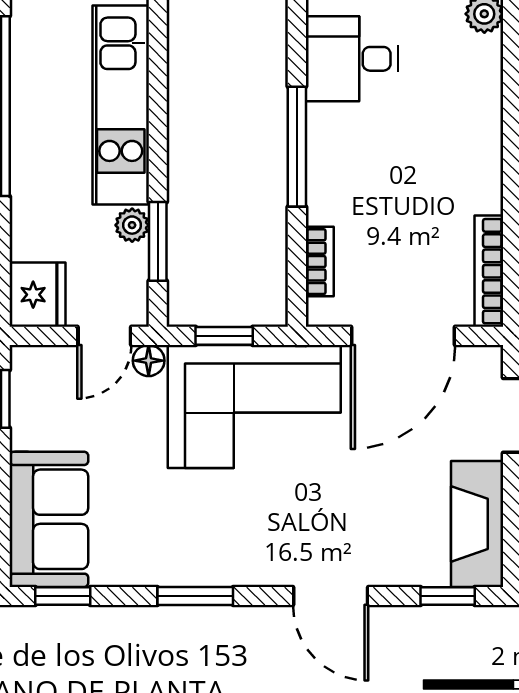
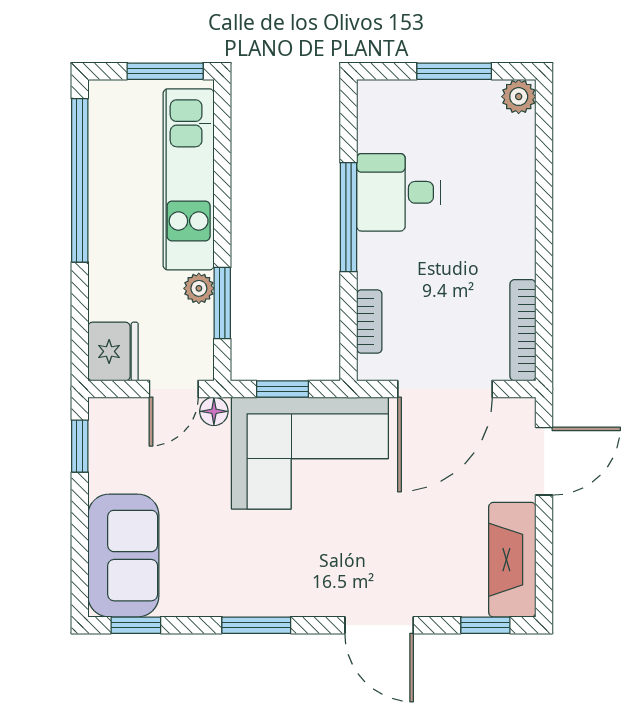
desk: (352, 59) -> (398, 192), moved

